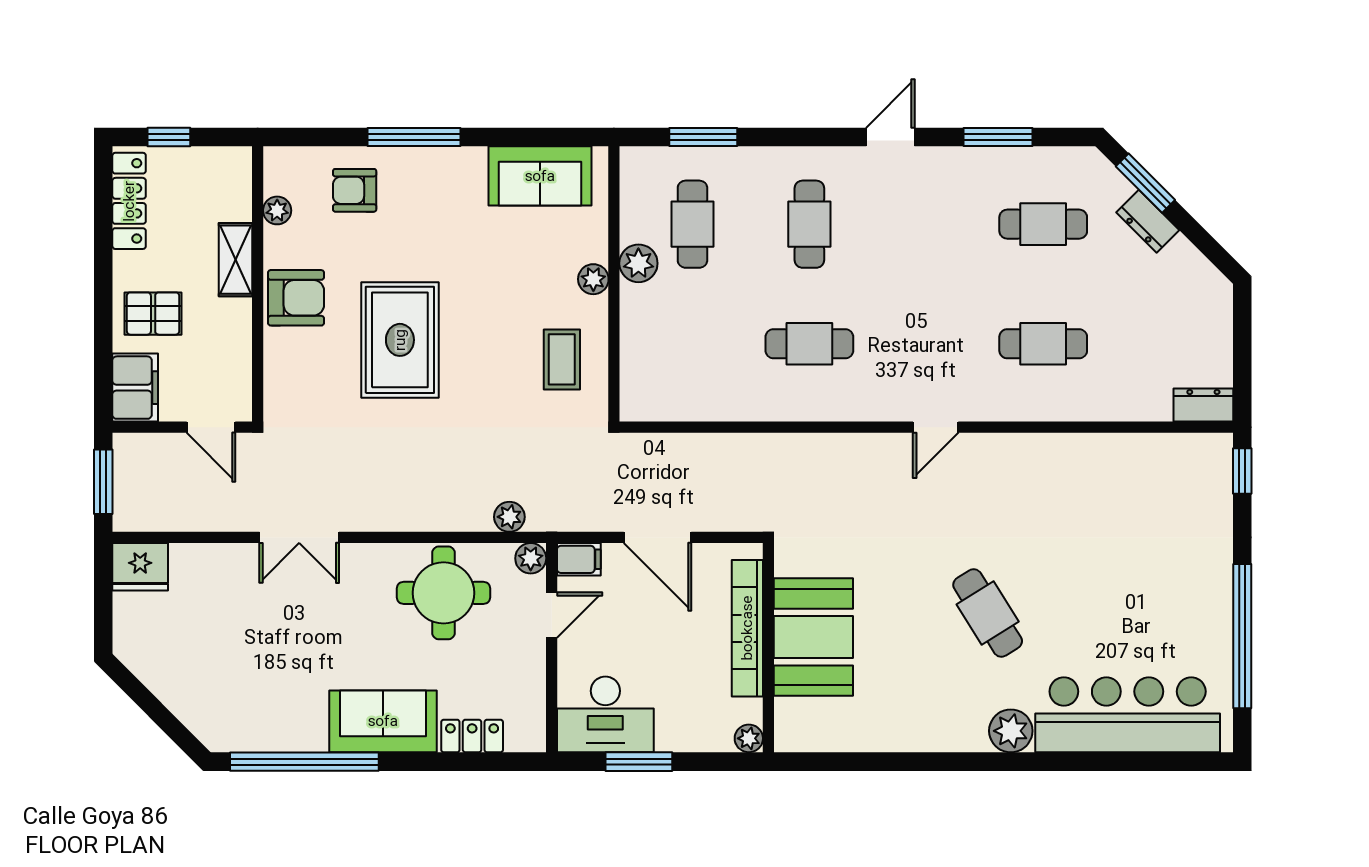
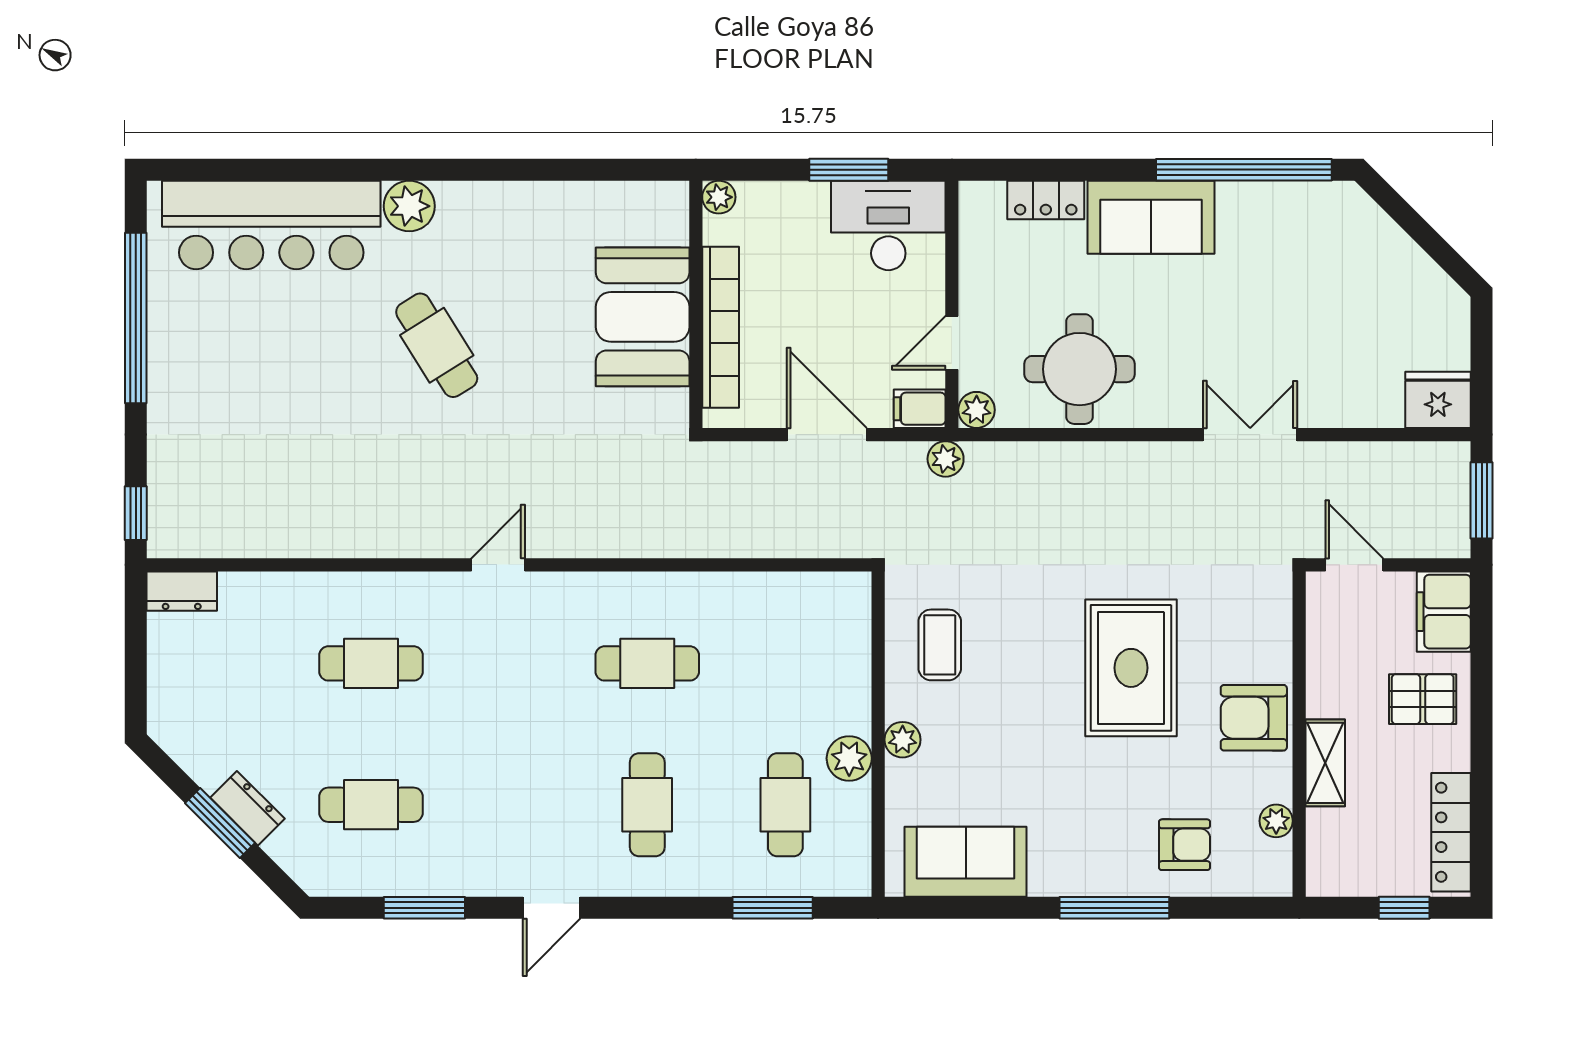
window: (1145, 183) -> (220, 823), moved
plant: (509, 517) -> (946, 459), moved

